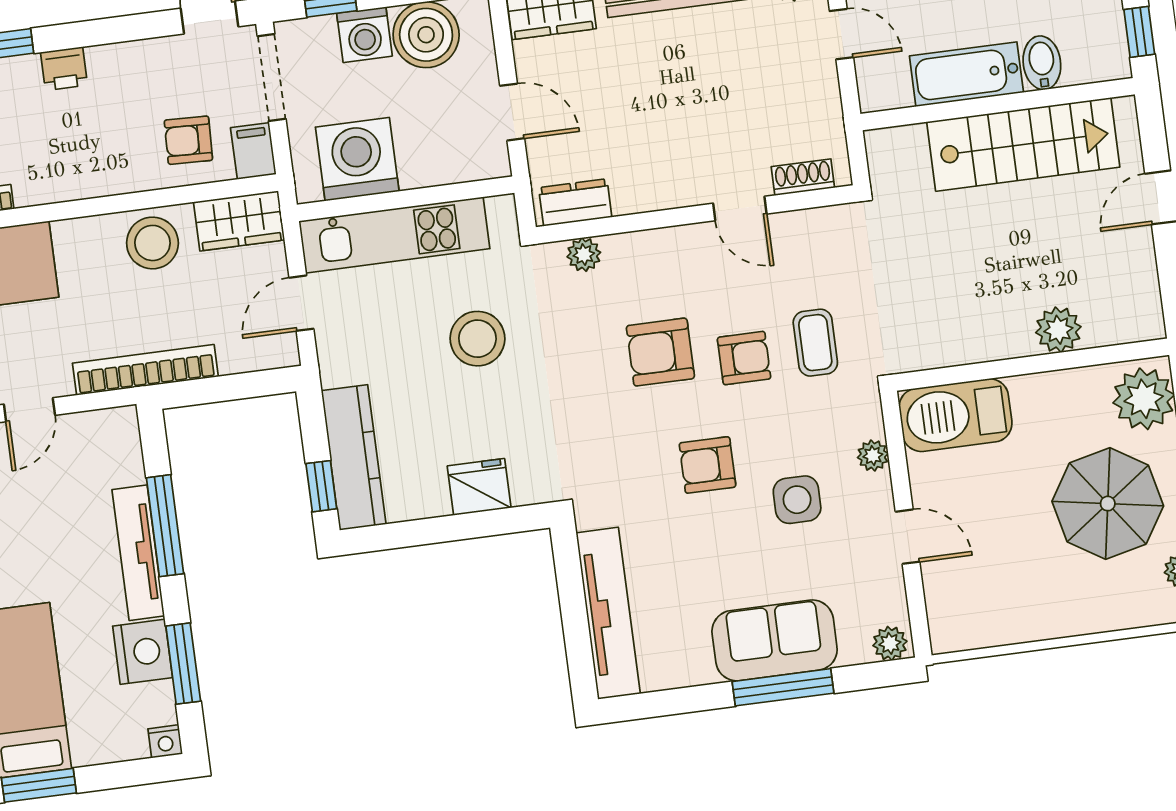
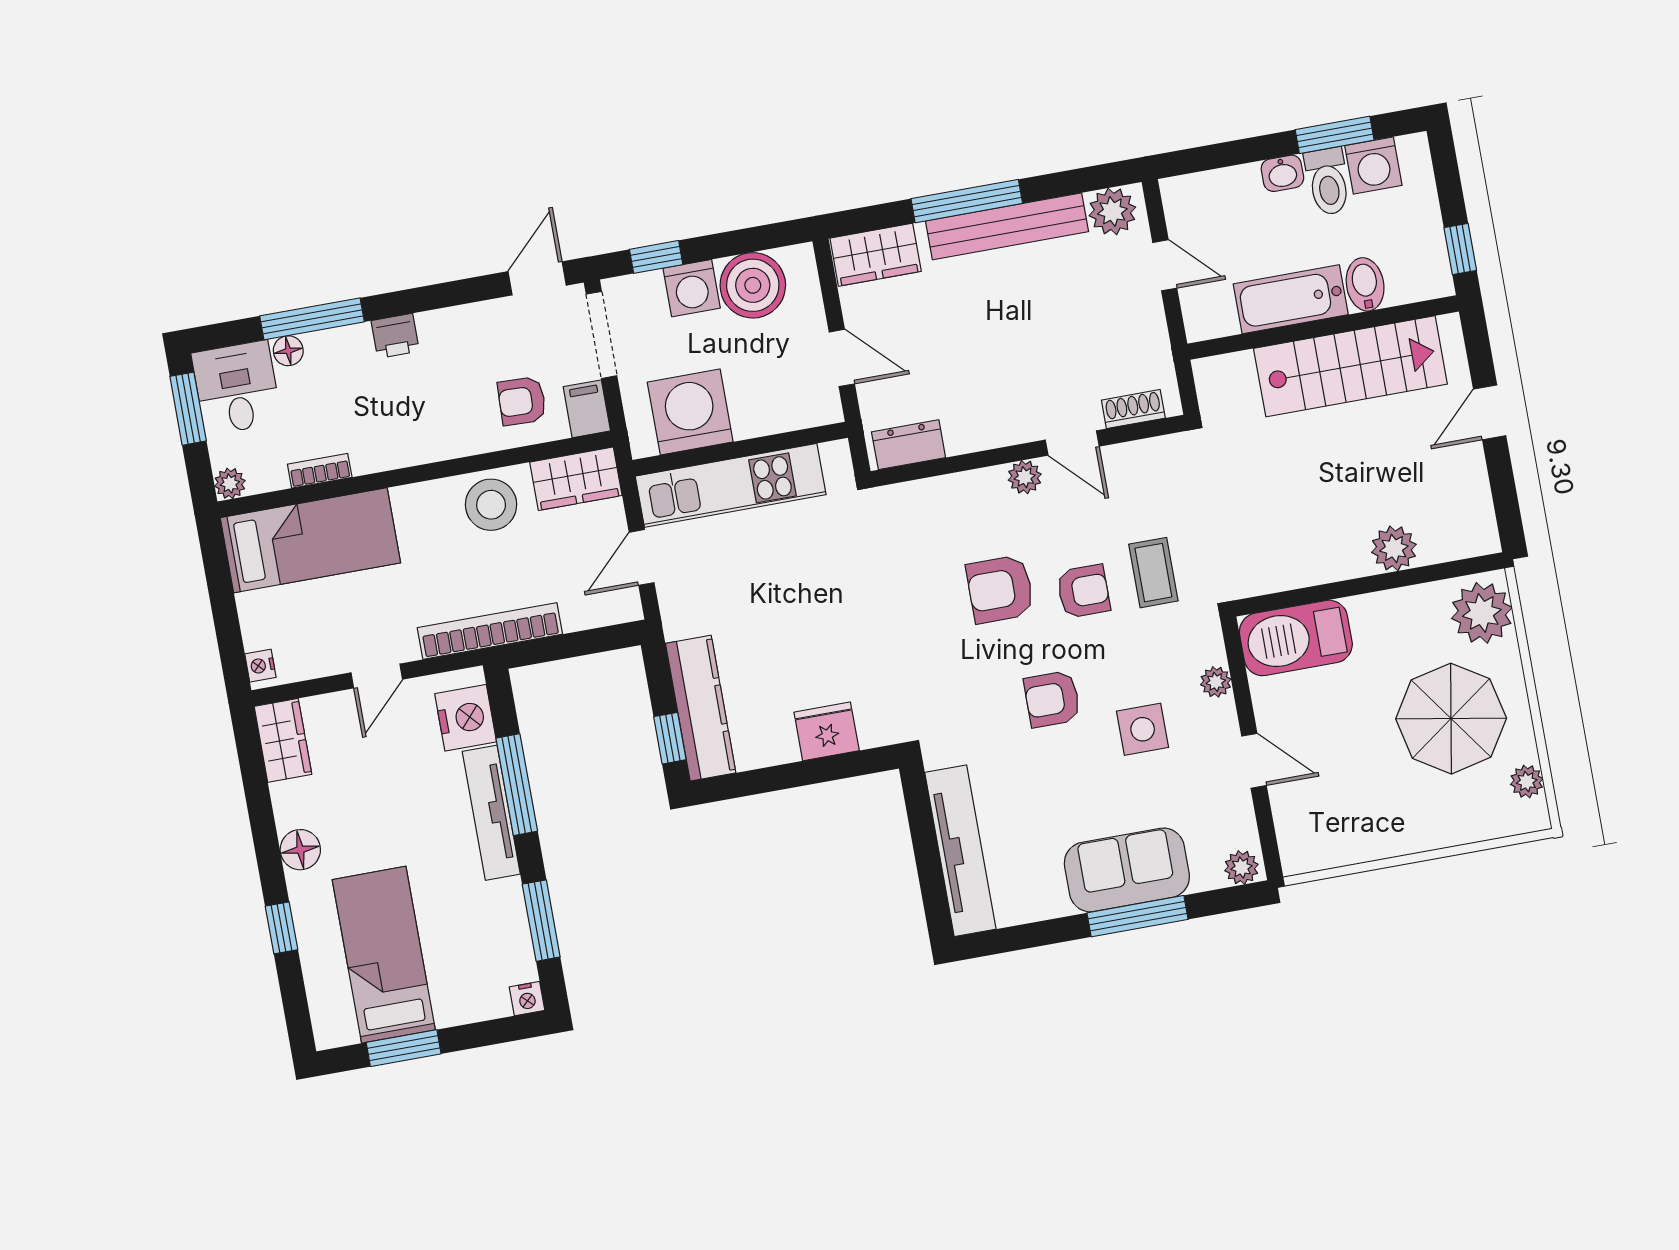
plant: (584, 255) -> (1025, 477), moved
stool: (477, 339) -> (818, 584), removed
nightstand: (143, 652) -> (466, 718), moved

